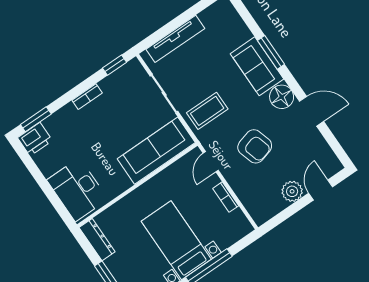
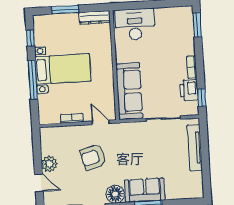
coffee table: (207, 111) -> (135, 140), removed
printer: (35, 139) -> (189, 90), moved

